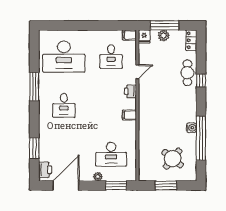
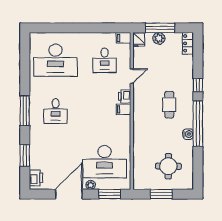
cafe table: (187, 73) -> (169, 105), moved
window: (34, 86) -> (25, 111), moved
filing cabinet: (129, 115) -> (124, 109), moved
window: (201, 138) -> (198, 124), moved
desk: (111, 154) -> (105, 162), width x1.36, depth x1.30
round table: (173, 159) -> (168, 166), turned -38
door: (66, 185) -> (69, 194), moved

